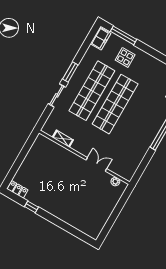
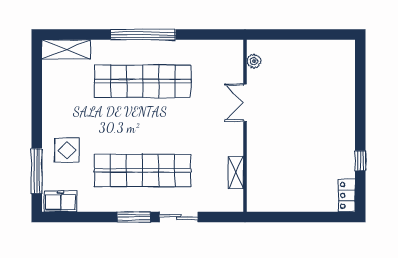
shop shelf: (115, 104) -> (143, 81), moved

